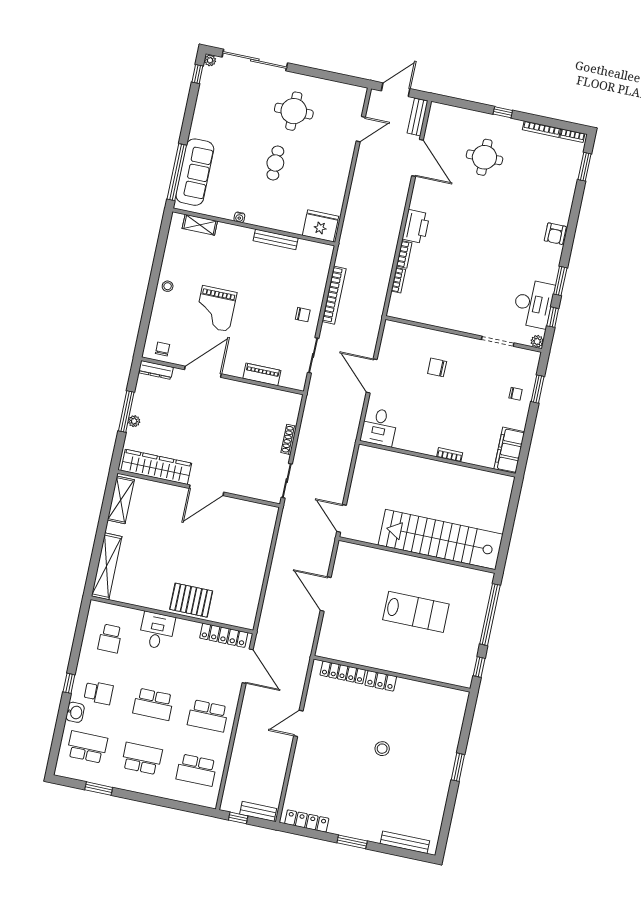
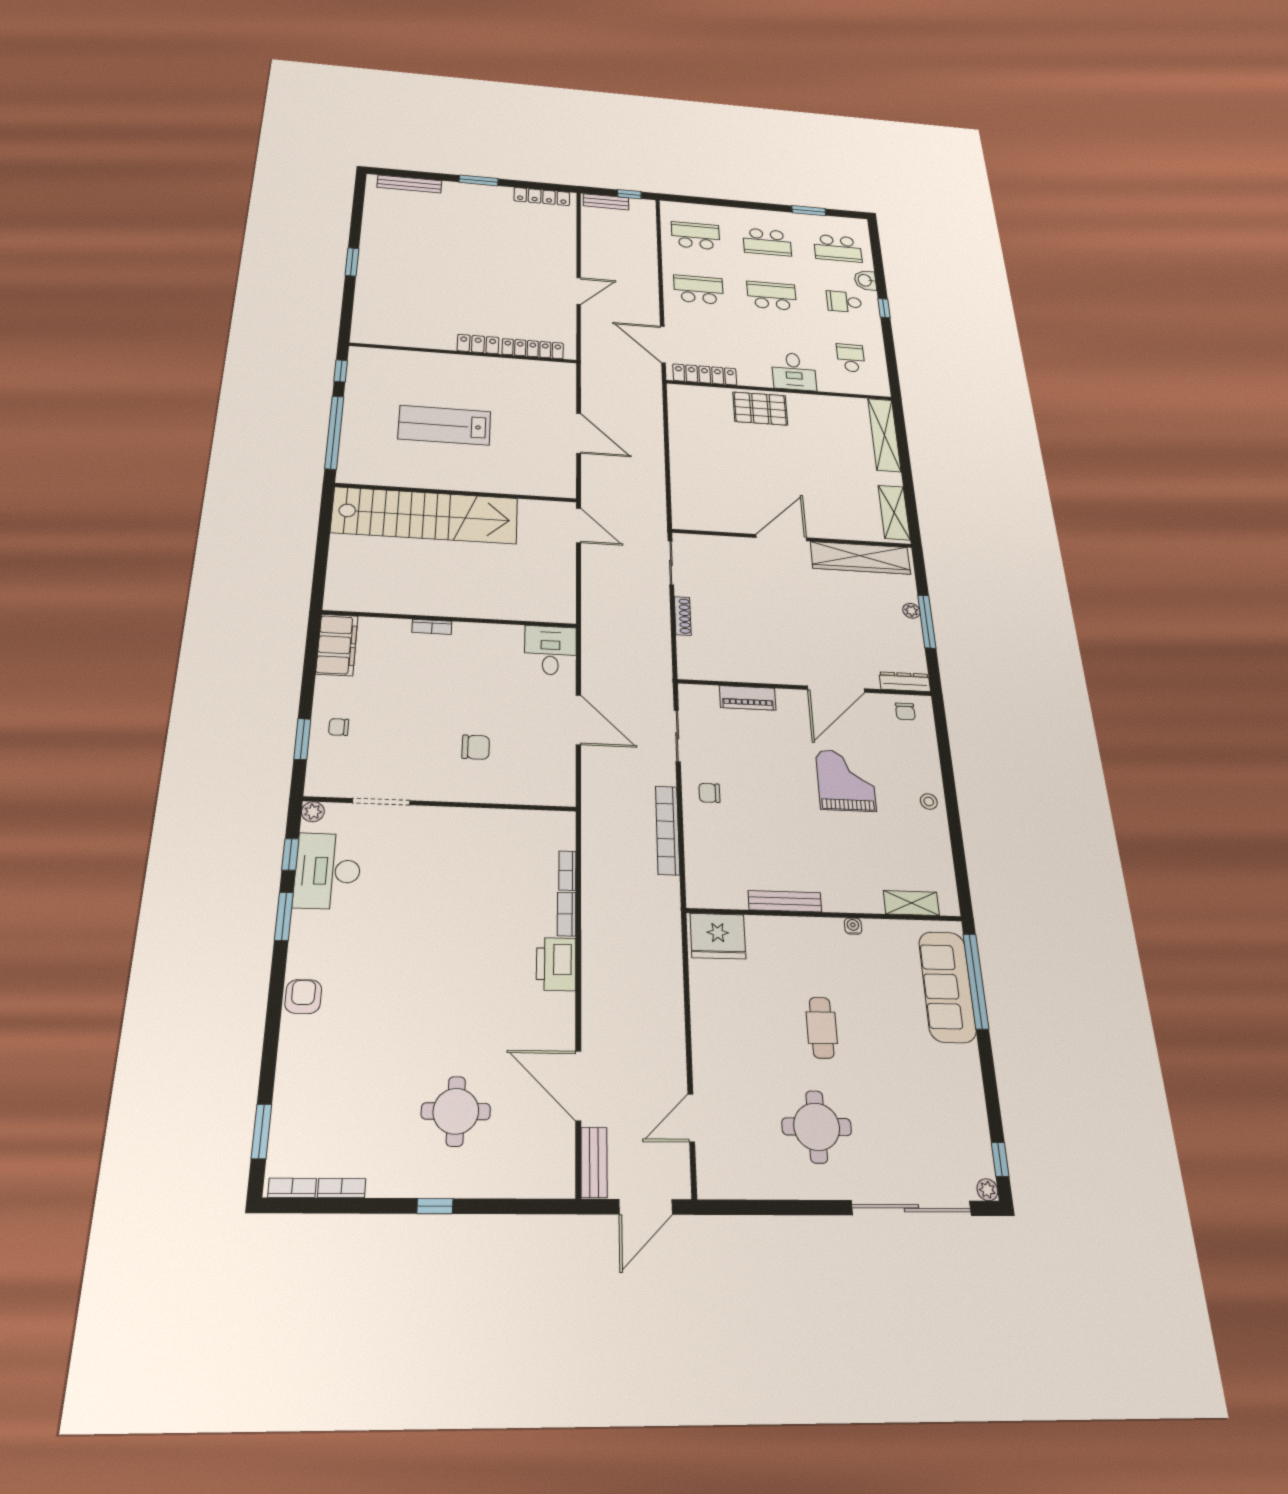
bookcase: (541, 129) -> (342, 1188), width x0.64
stool: (382, 749) -> (460, 274), removed

